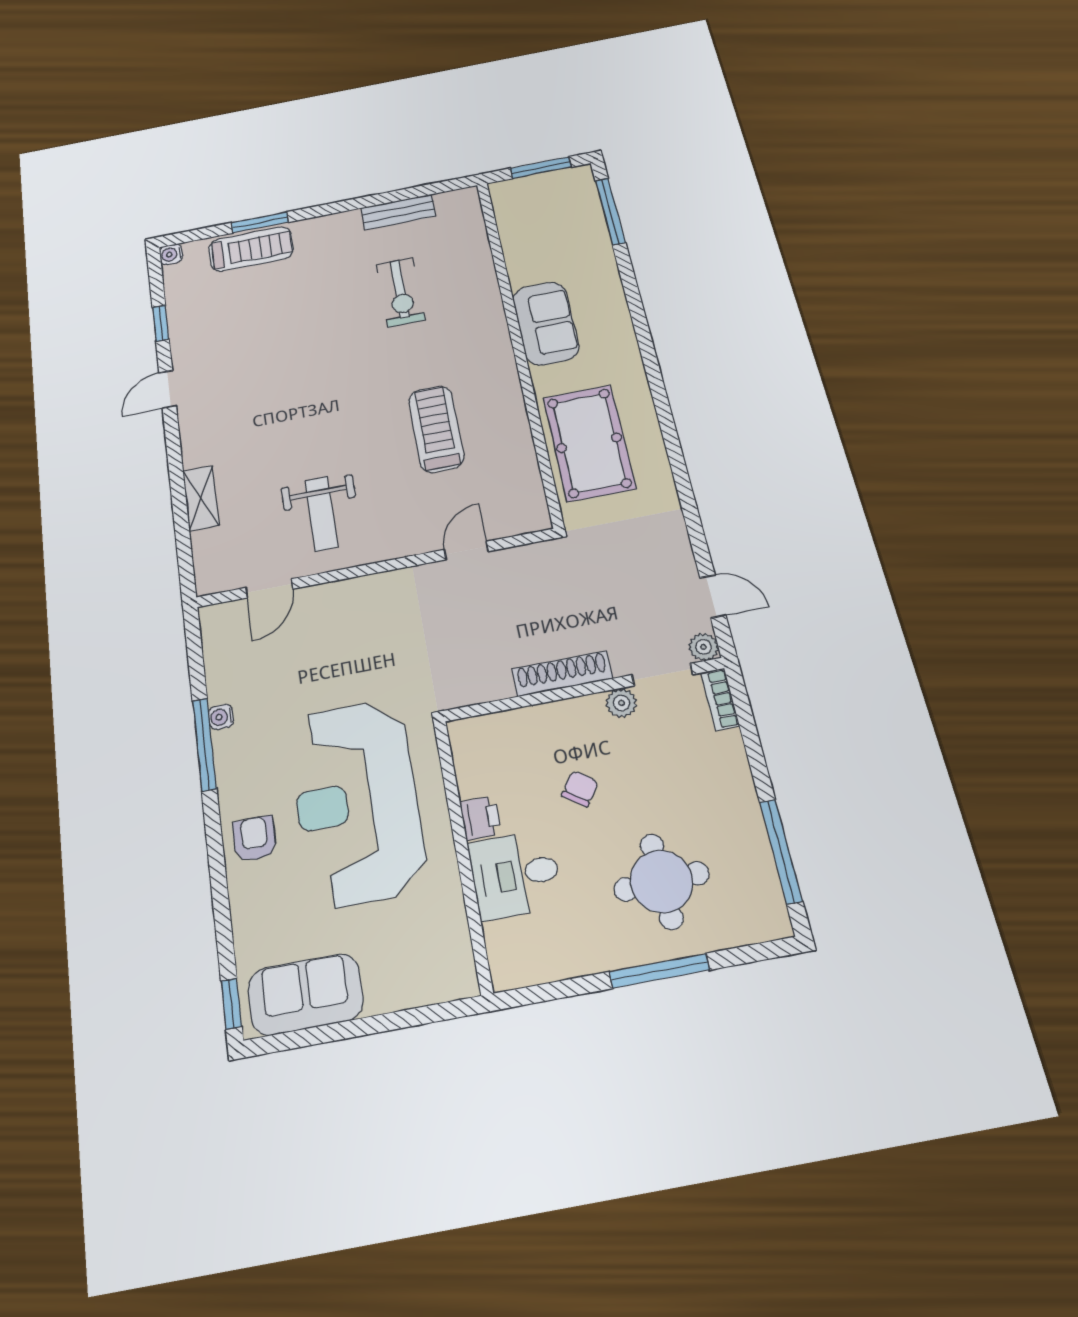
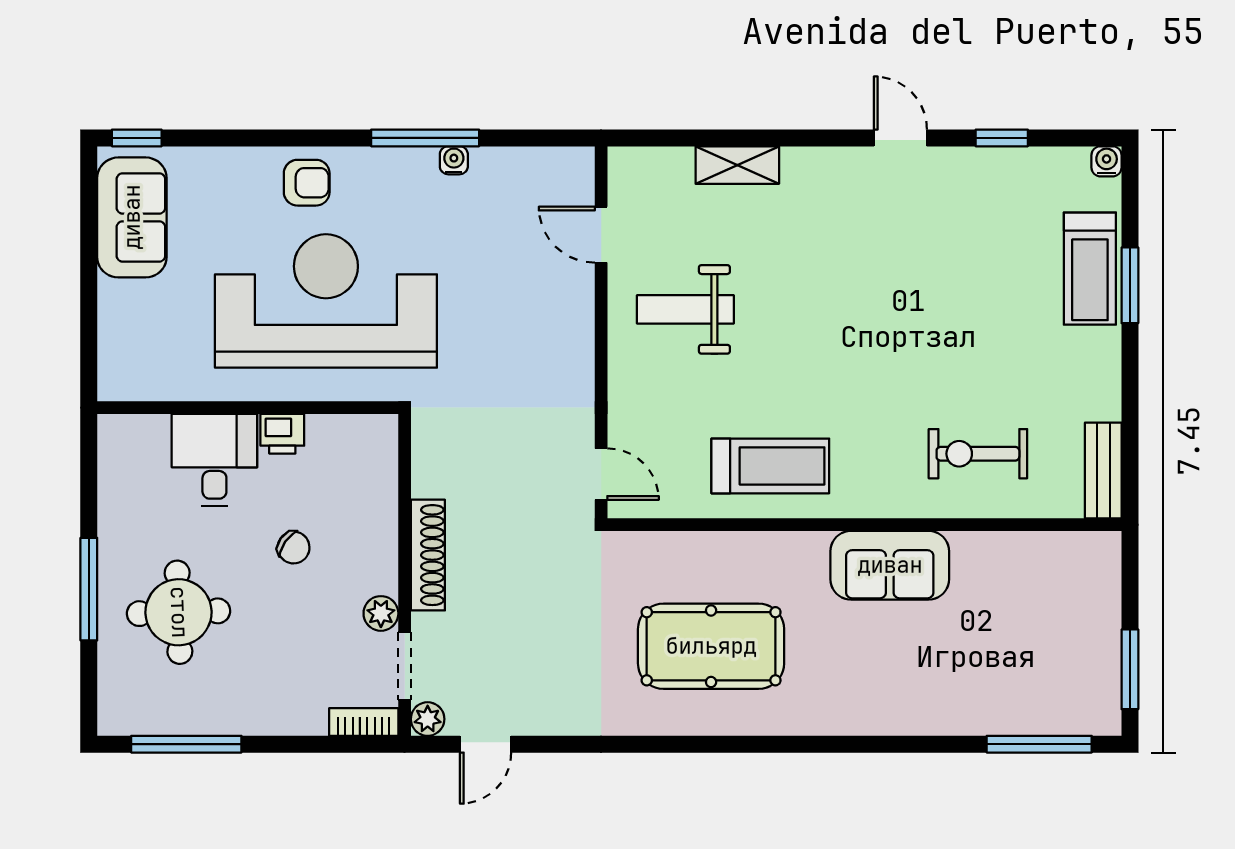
sofa: (546, 323) -> (890, 565), moved
wall: (518, 346) -> (864, 525), moved

